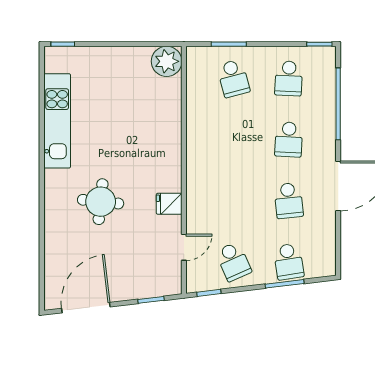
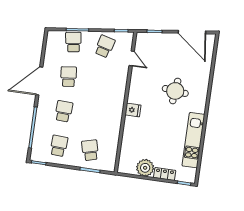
locker: (99, 55) -> (165, 174), added
plant: (167, 61) -> (145, 168), moved
fridge: (169, 204) -> (133, 110), moved
door: (184, 247) -> (132, 58), swing flipped
school desk: (233, 262) -> (105, 46), turned 39
door: (86, 308) -> (192, 32), hinge flipped

